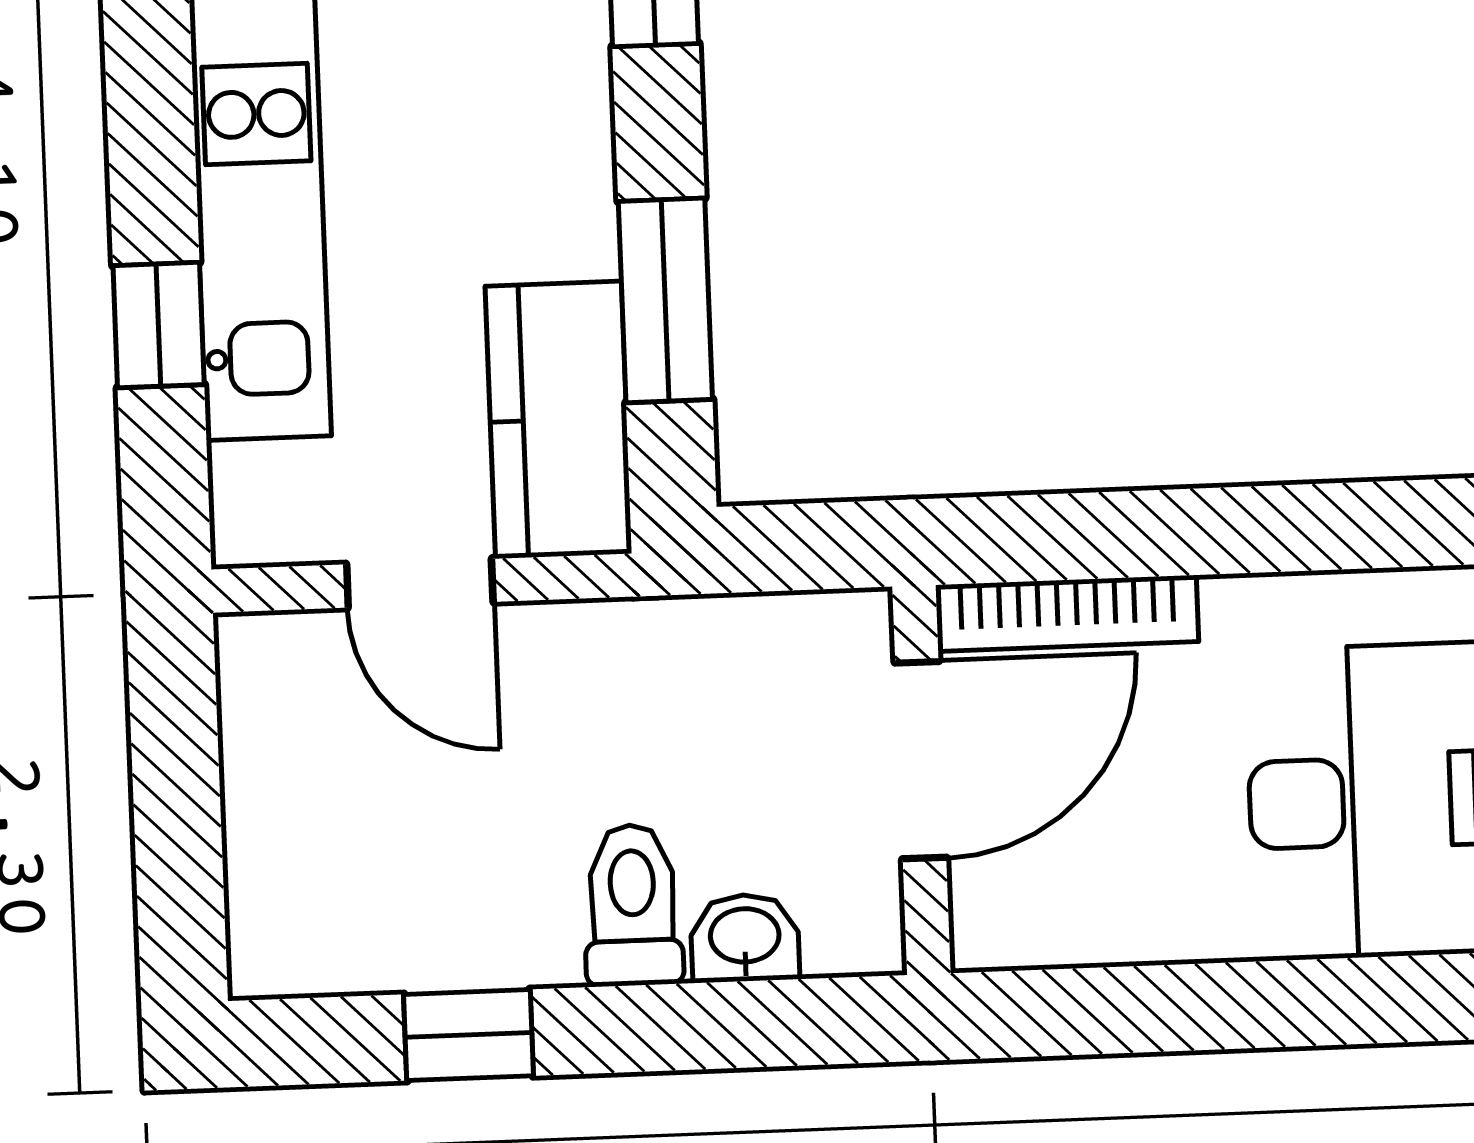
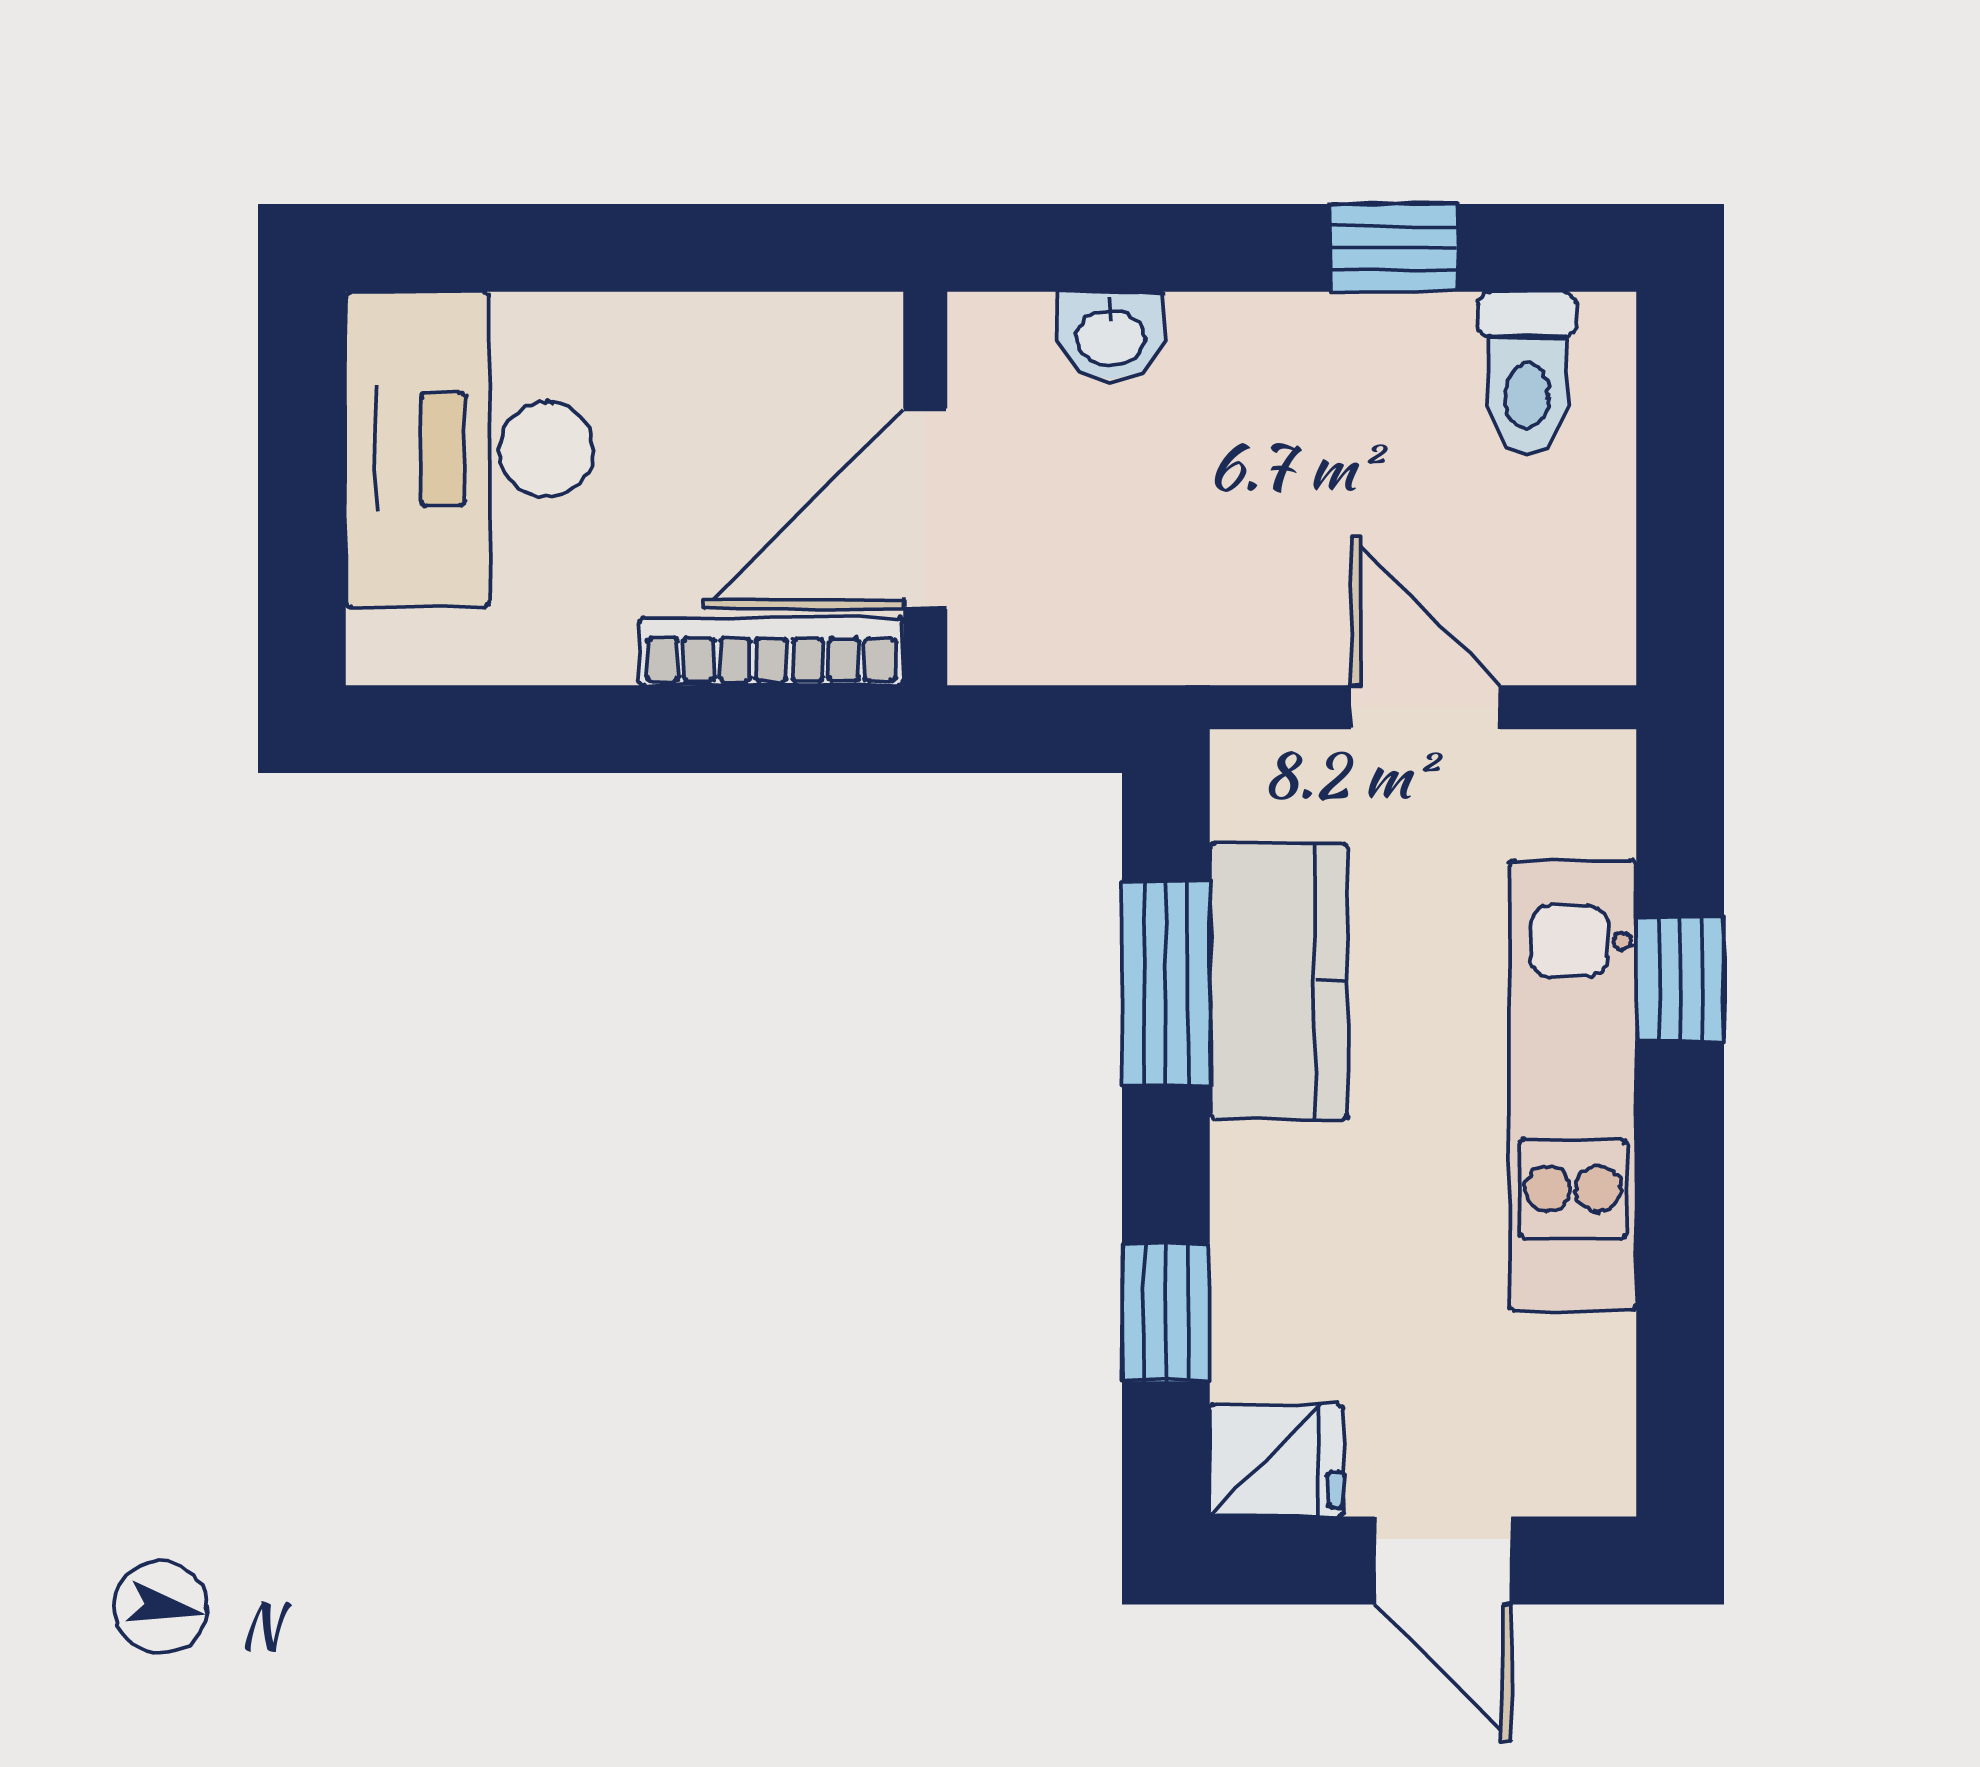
kitchen counter: (558, 420) -> (1279, 981), moved
toilet: (633, 905) -> (1527, 373), moved

